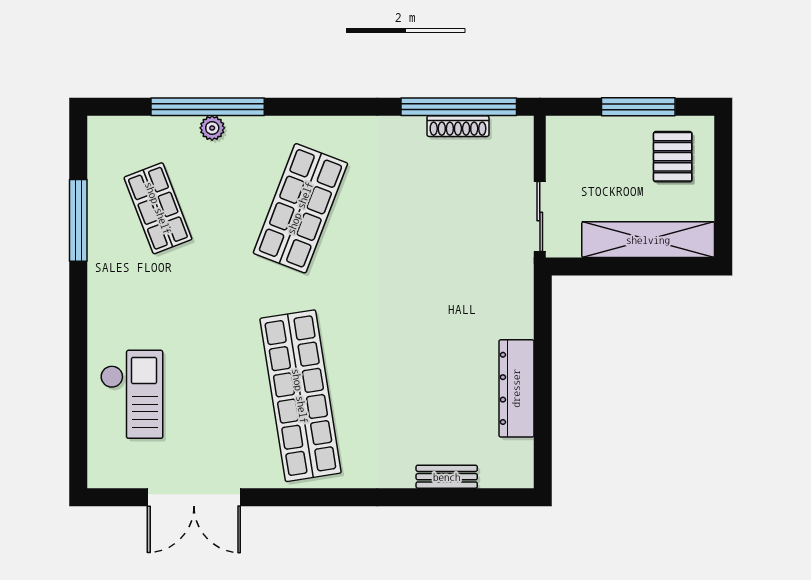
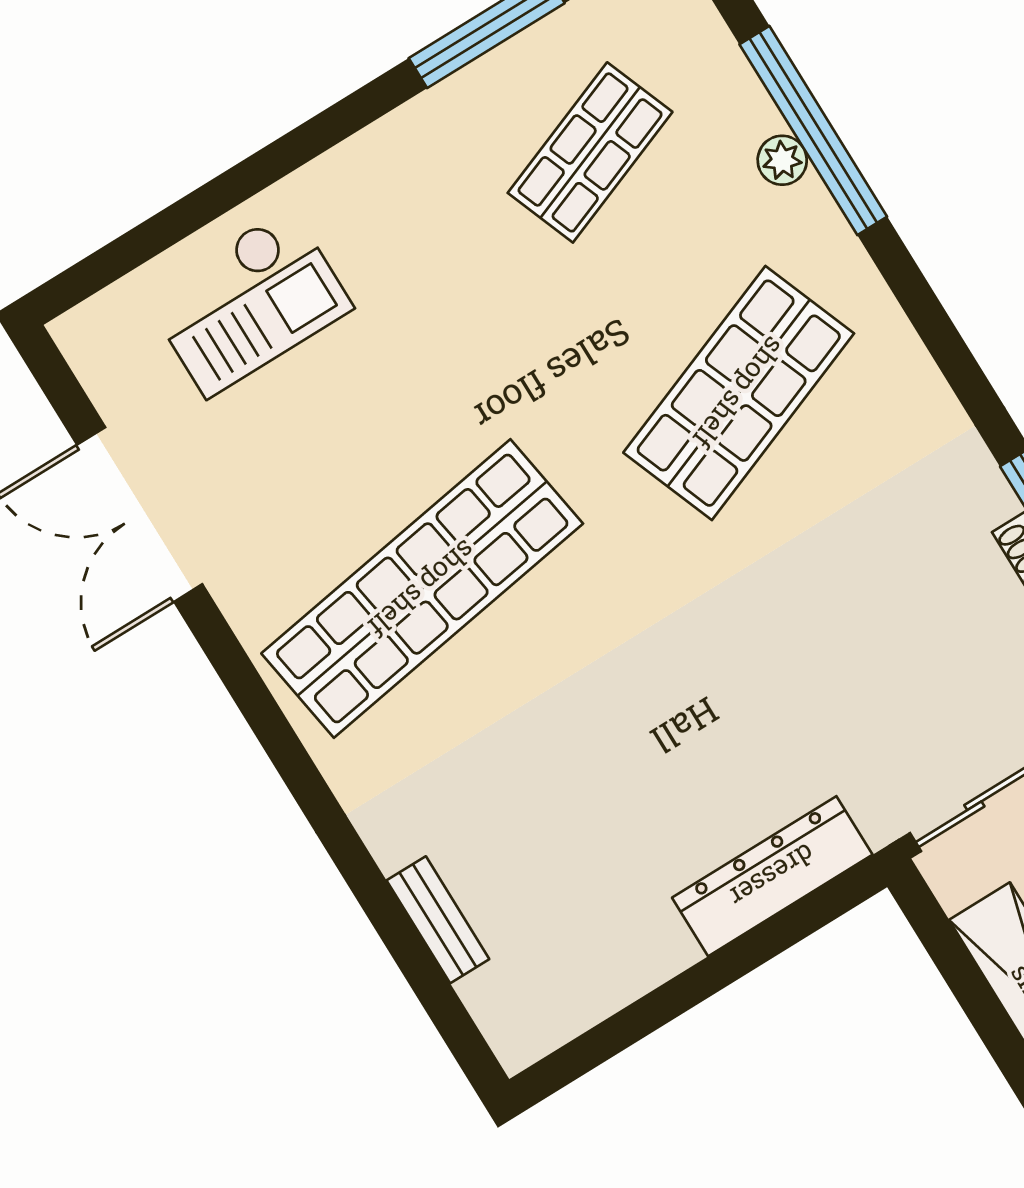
shop shelf: (300, 208) -> (739, 393), turned -42
dresser: (516, 388) -> (772, 876), moved

